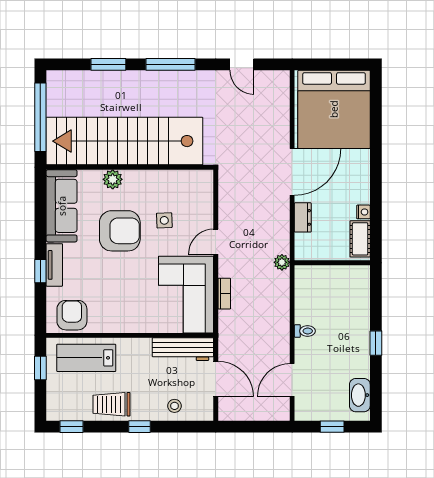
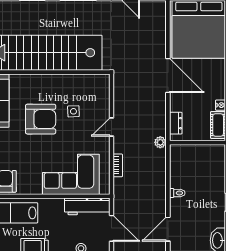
door: (292, 172) -> (168, 76), hinge flipped
plant: (113, 179) -> (35, 81), removed
dresser: (303, 217) -> (176, 123), moved
corner sofa: (186, 295) -> (71, 174), moved, turned 90

